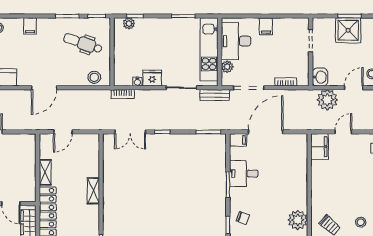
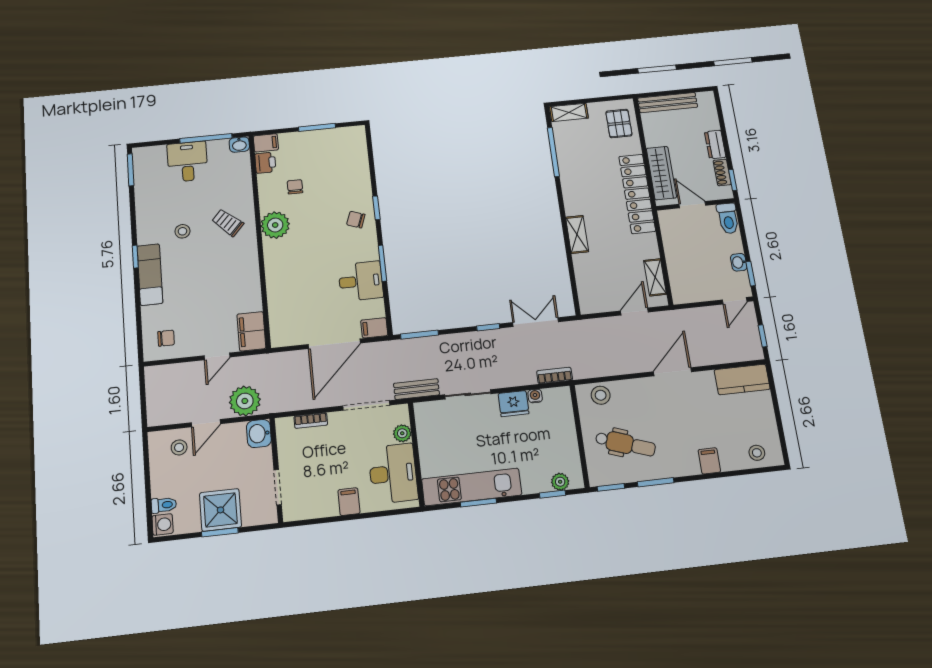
kitchen unit: (209, 49) -> (472, 487), moved, turned -90
shelving: (45, 172) -> (655, 277), moved

